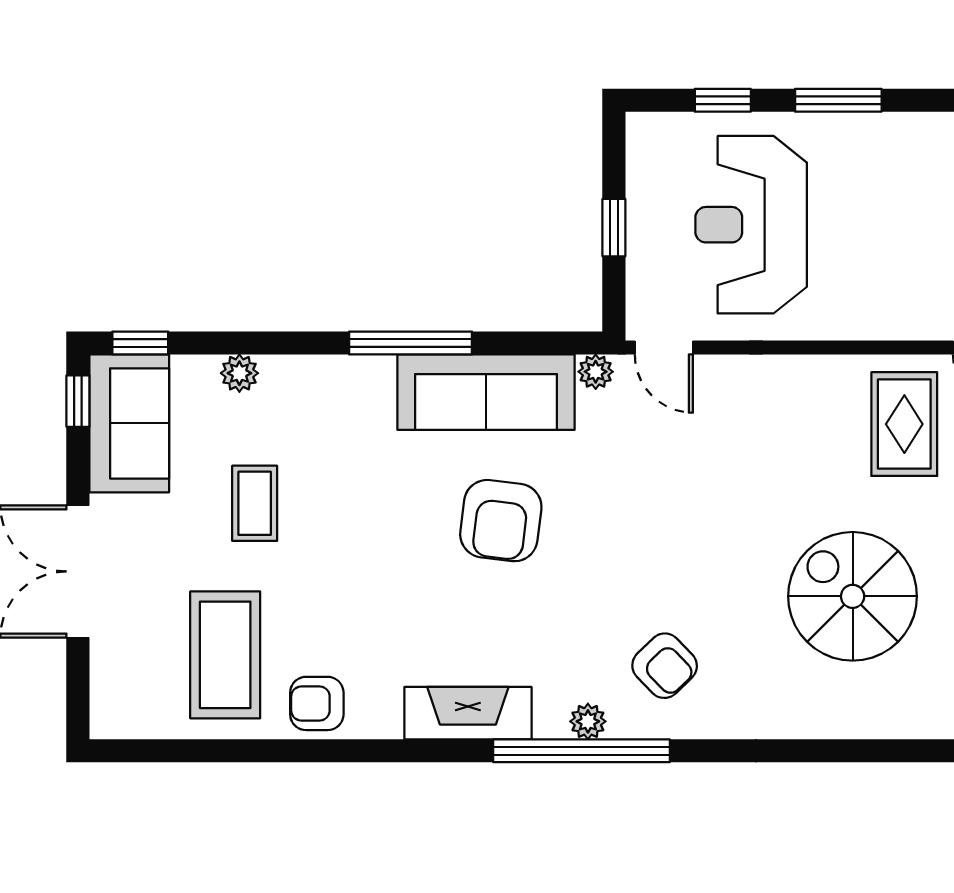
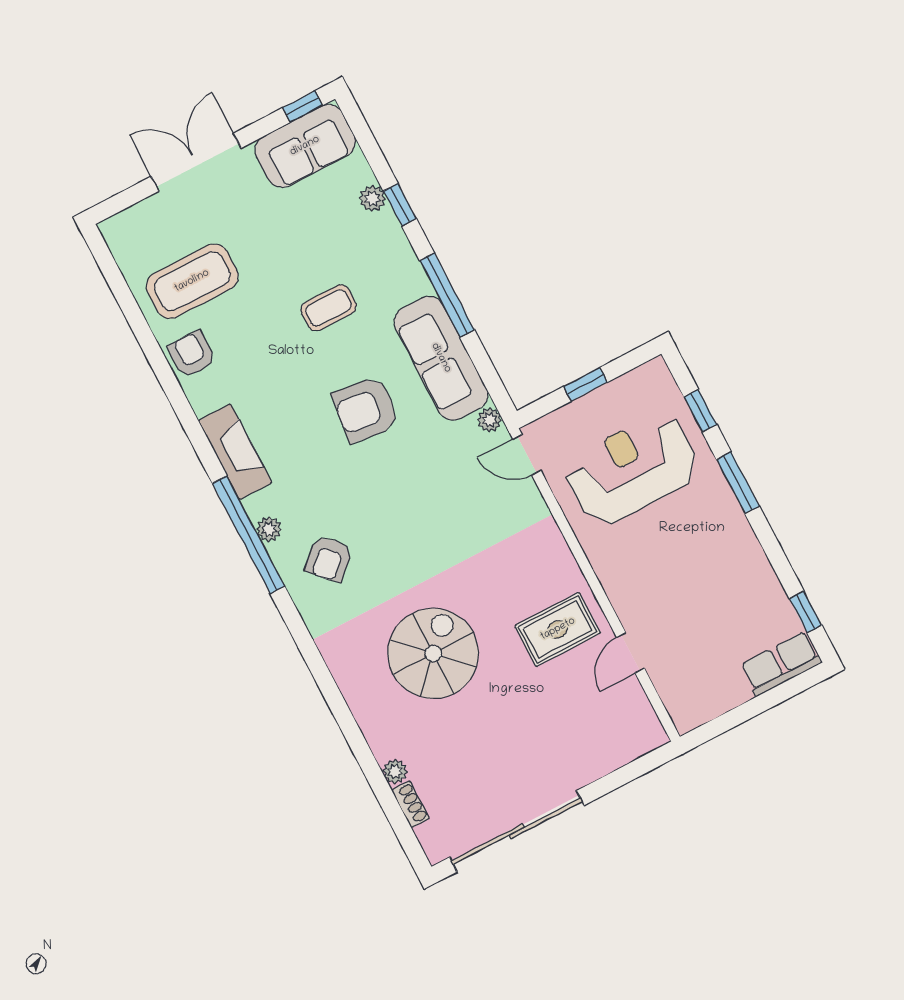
window: (140, 343) -> (400, 205), moved
door: (664, 348) -> (527, 455), hinge flipped
coffee table: (255, 503) -> (329, 308), moved

